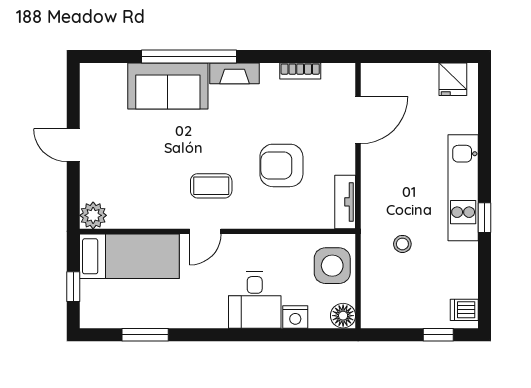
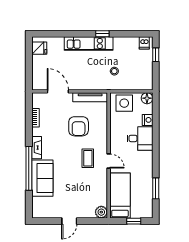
tv unit: (345, 202) -> (90, 97), width x1.41

